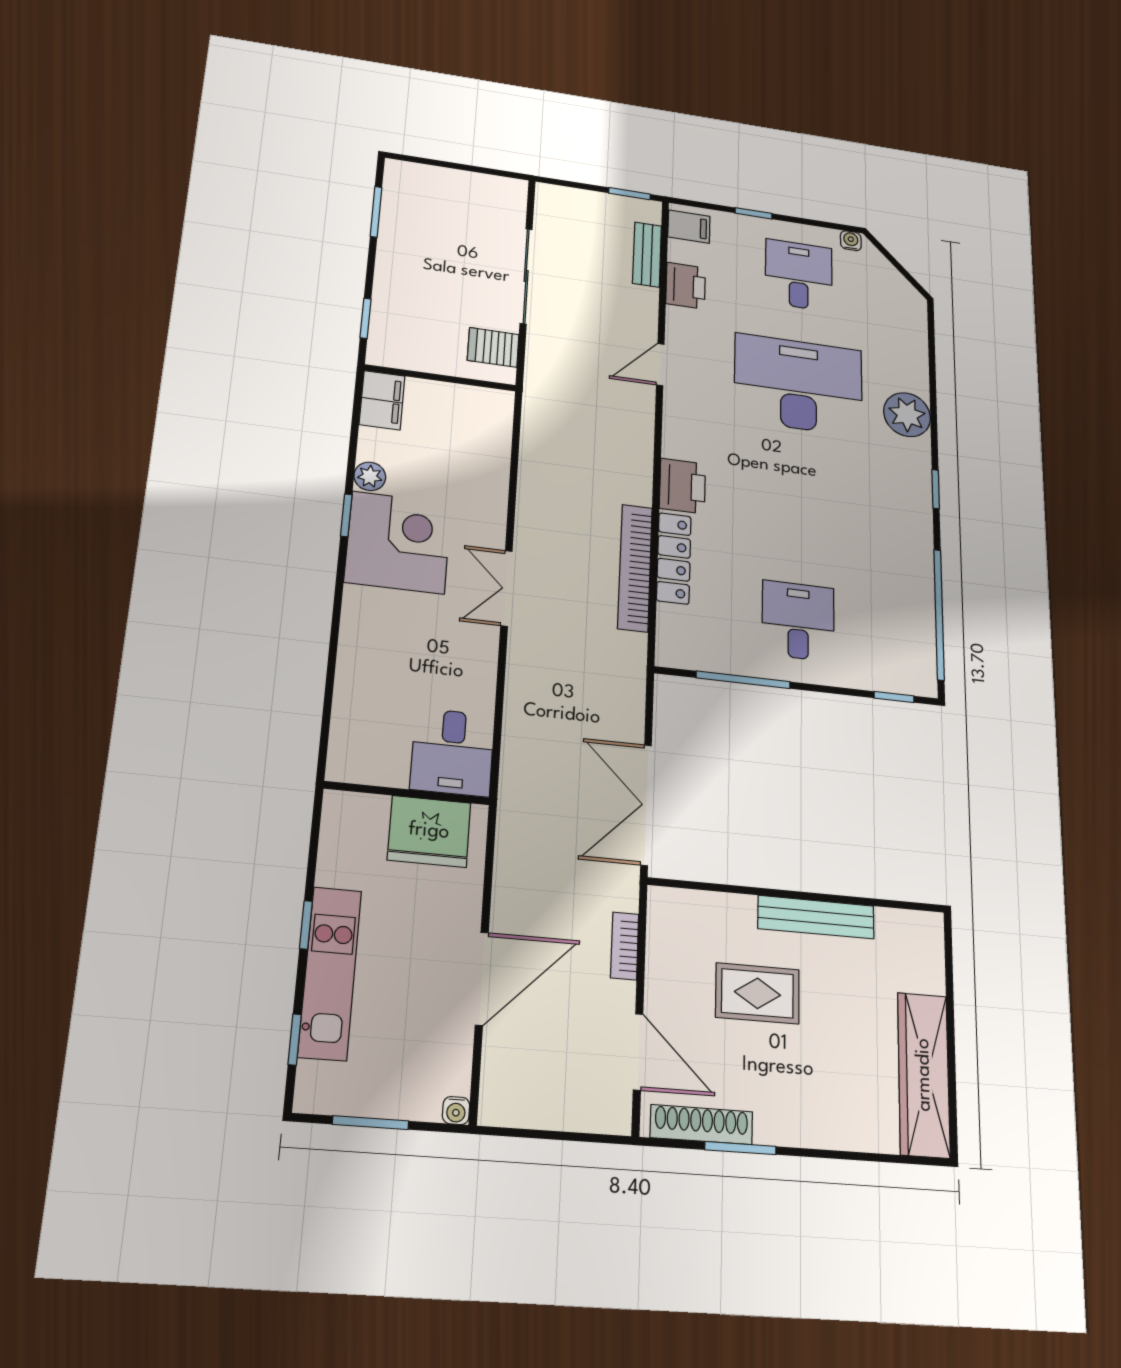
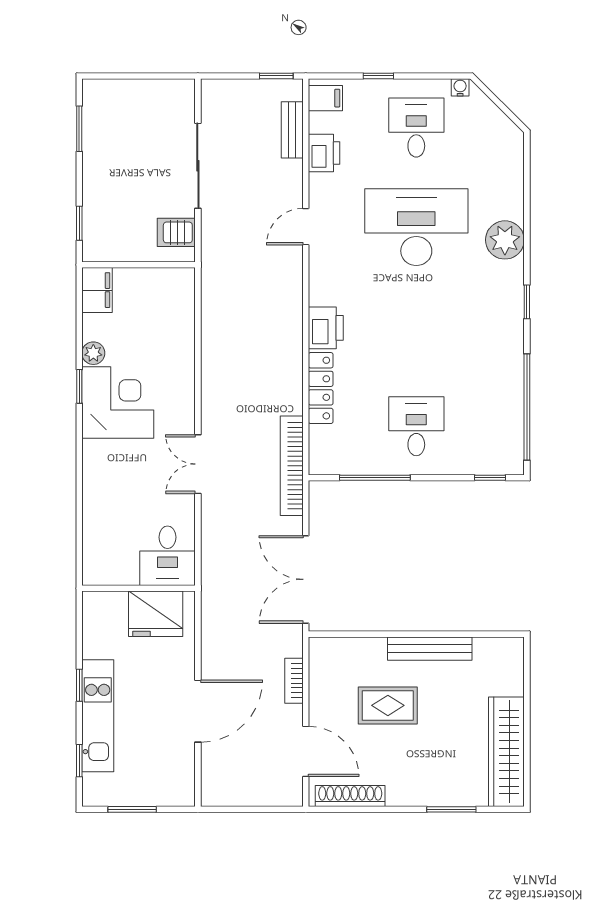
bookcase: (635, 568) -> (292, 466), moved
double door: (506, 588) -> (198, 464), moved
water cooler: (456, 1111) -> (187, 798), removed
window: (740, 1148) -> (451, 809), moved

